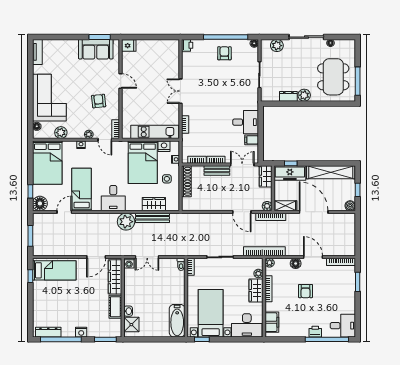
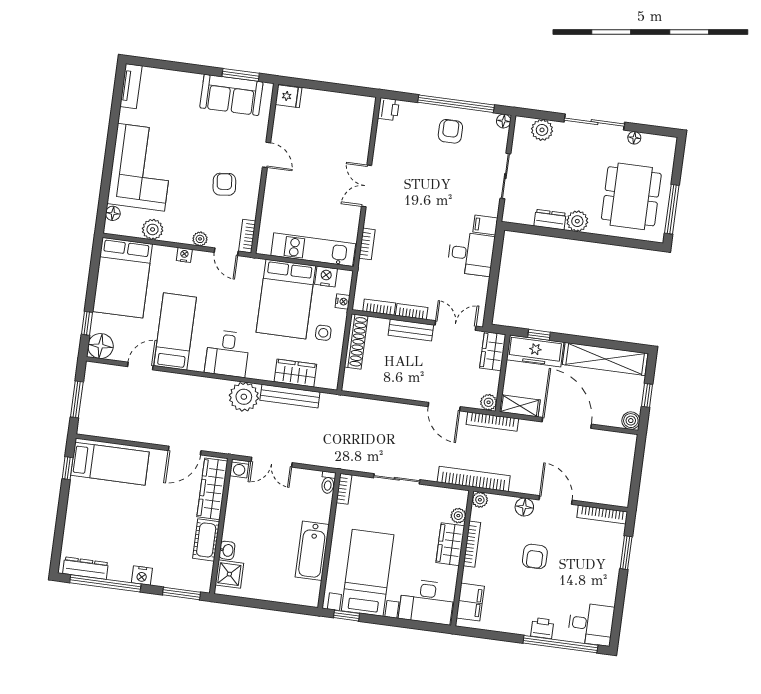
filing cabinet: (252, 140) -> (485, 225), moved
bathtub: (177, 321) -> (312, 551), moved

